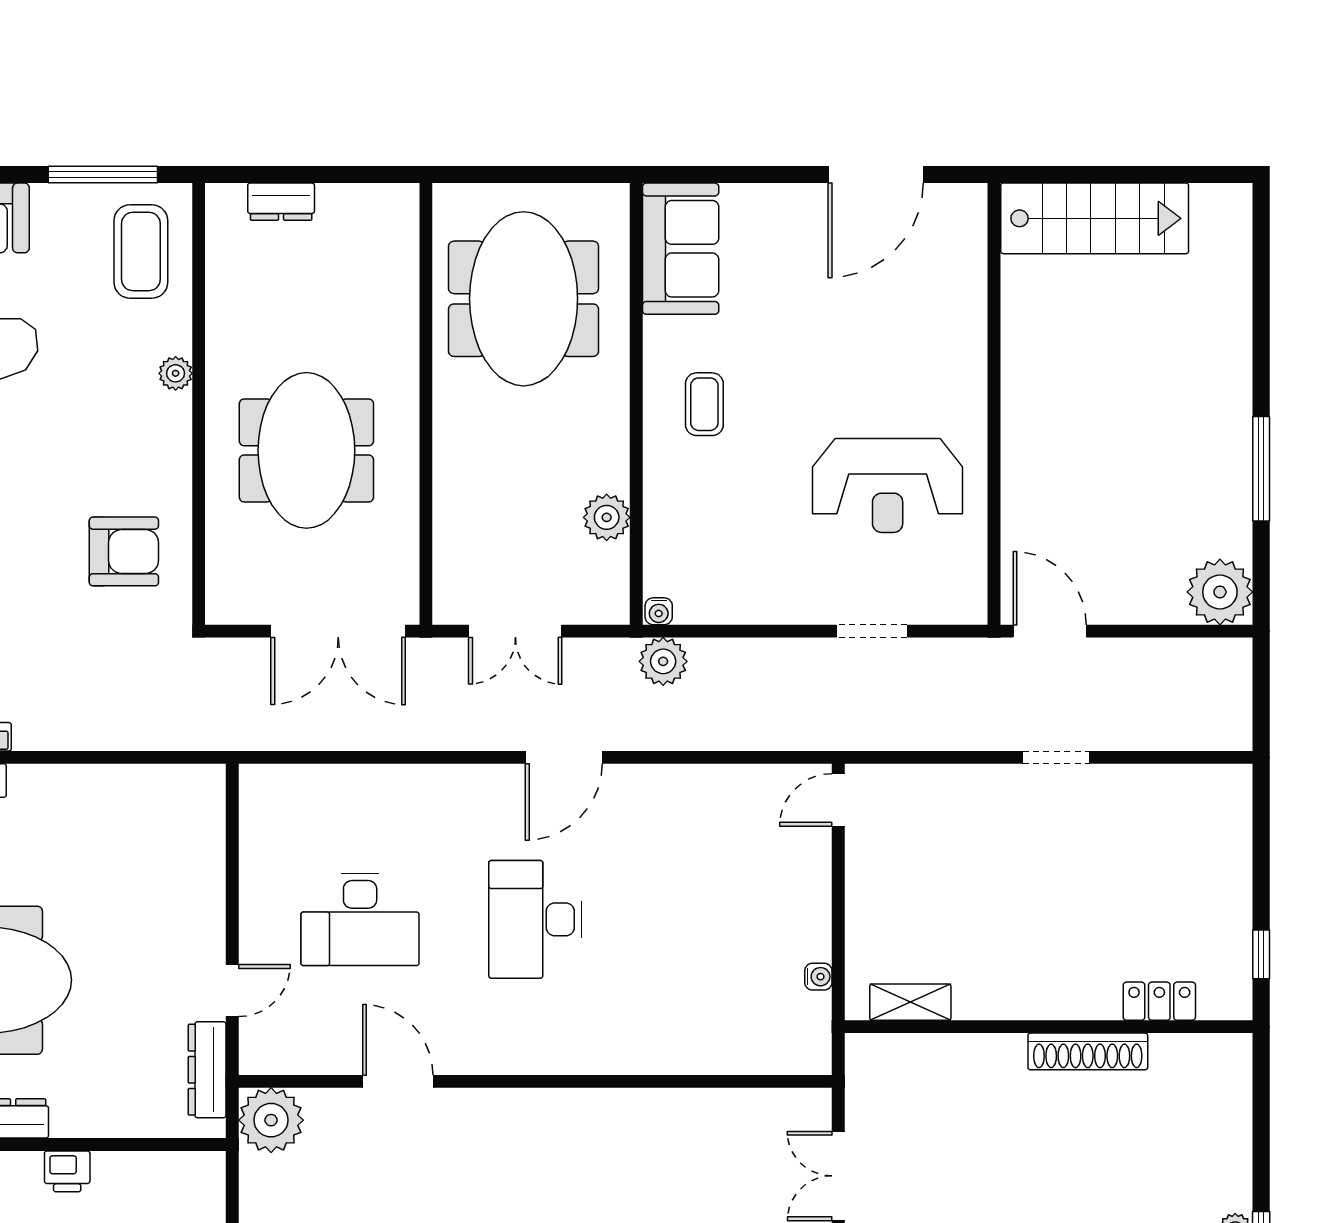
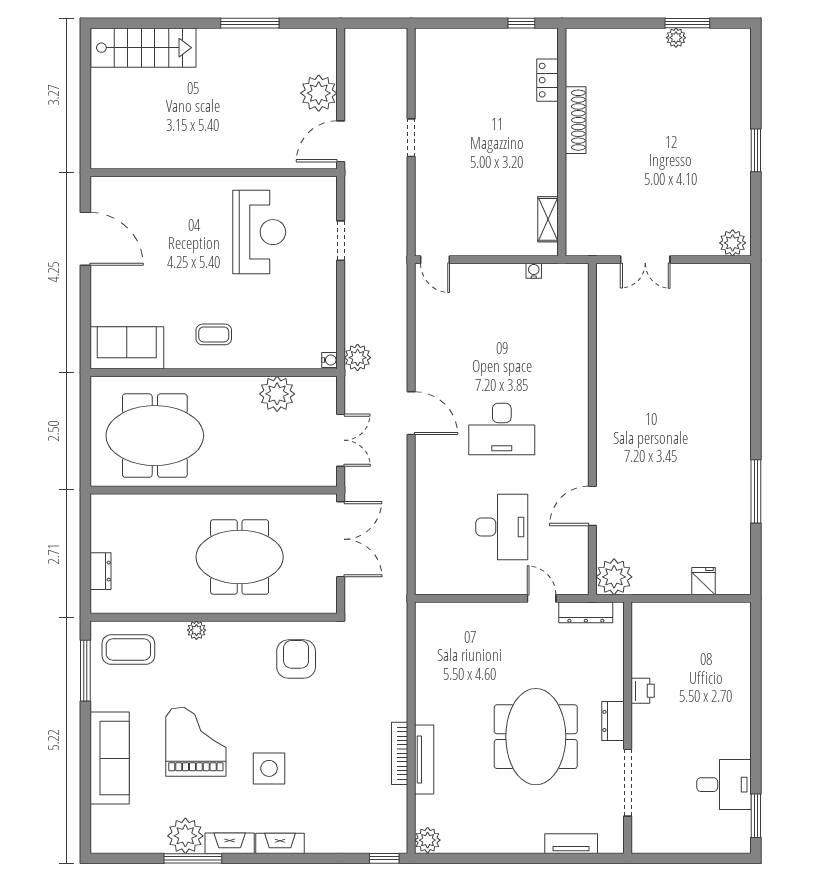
stairs: (1095, 218) -> (143, 48), moved, turned 90
plant: (607, 517) -> (277, 394), width x1.36, depth x1.36
plant: (1220, 592) -> (319, 93), moved

